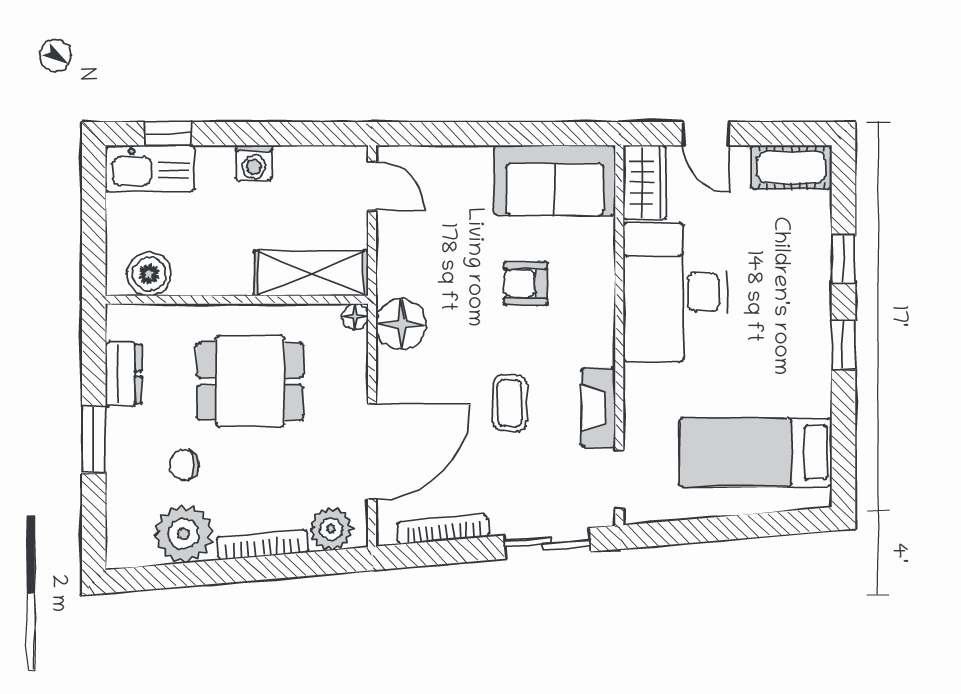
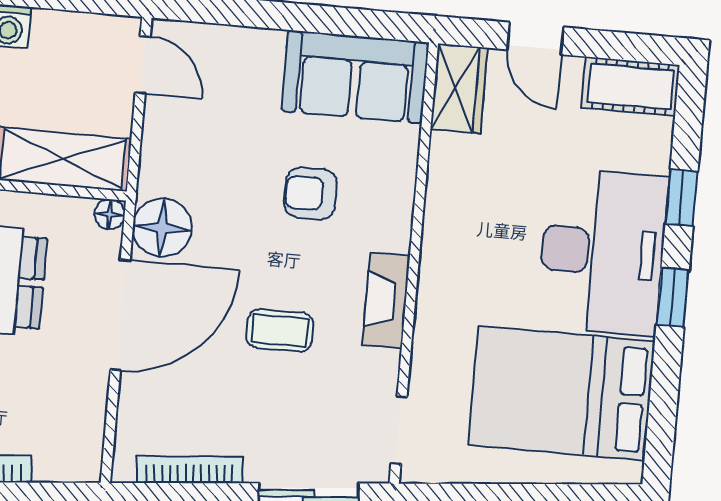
desk: (675, 292) -> (602, 252), moved, turned 180
coffee table: (510, 403) -> (280, 330), turned 90
fireplace: (598, 408) -> (386, 301), moved
door: (372, 452) -> (120, 315), moved
bed: (756, 452) -> (561, 393), width x1.50
plant: (331, 529) -> (60, 458), removed

